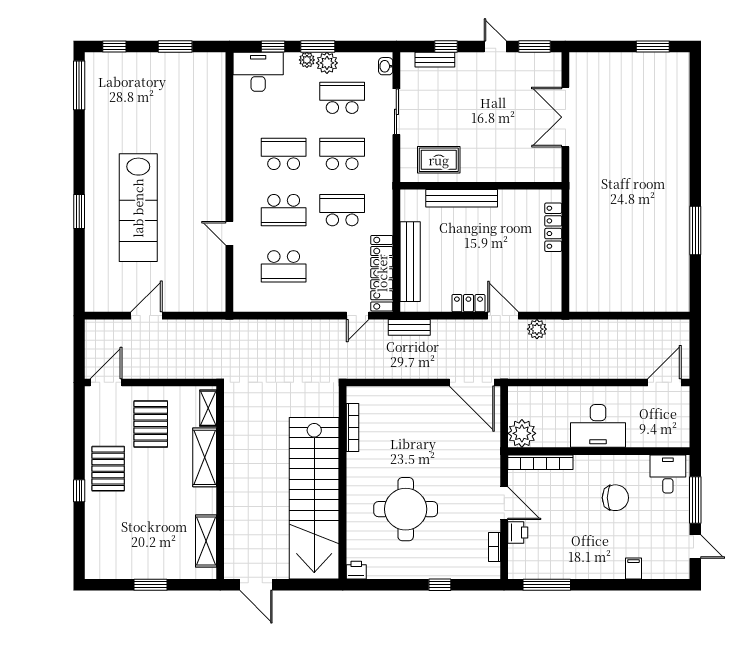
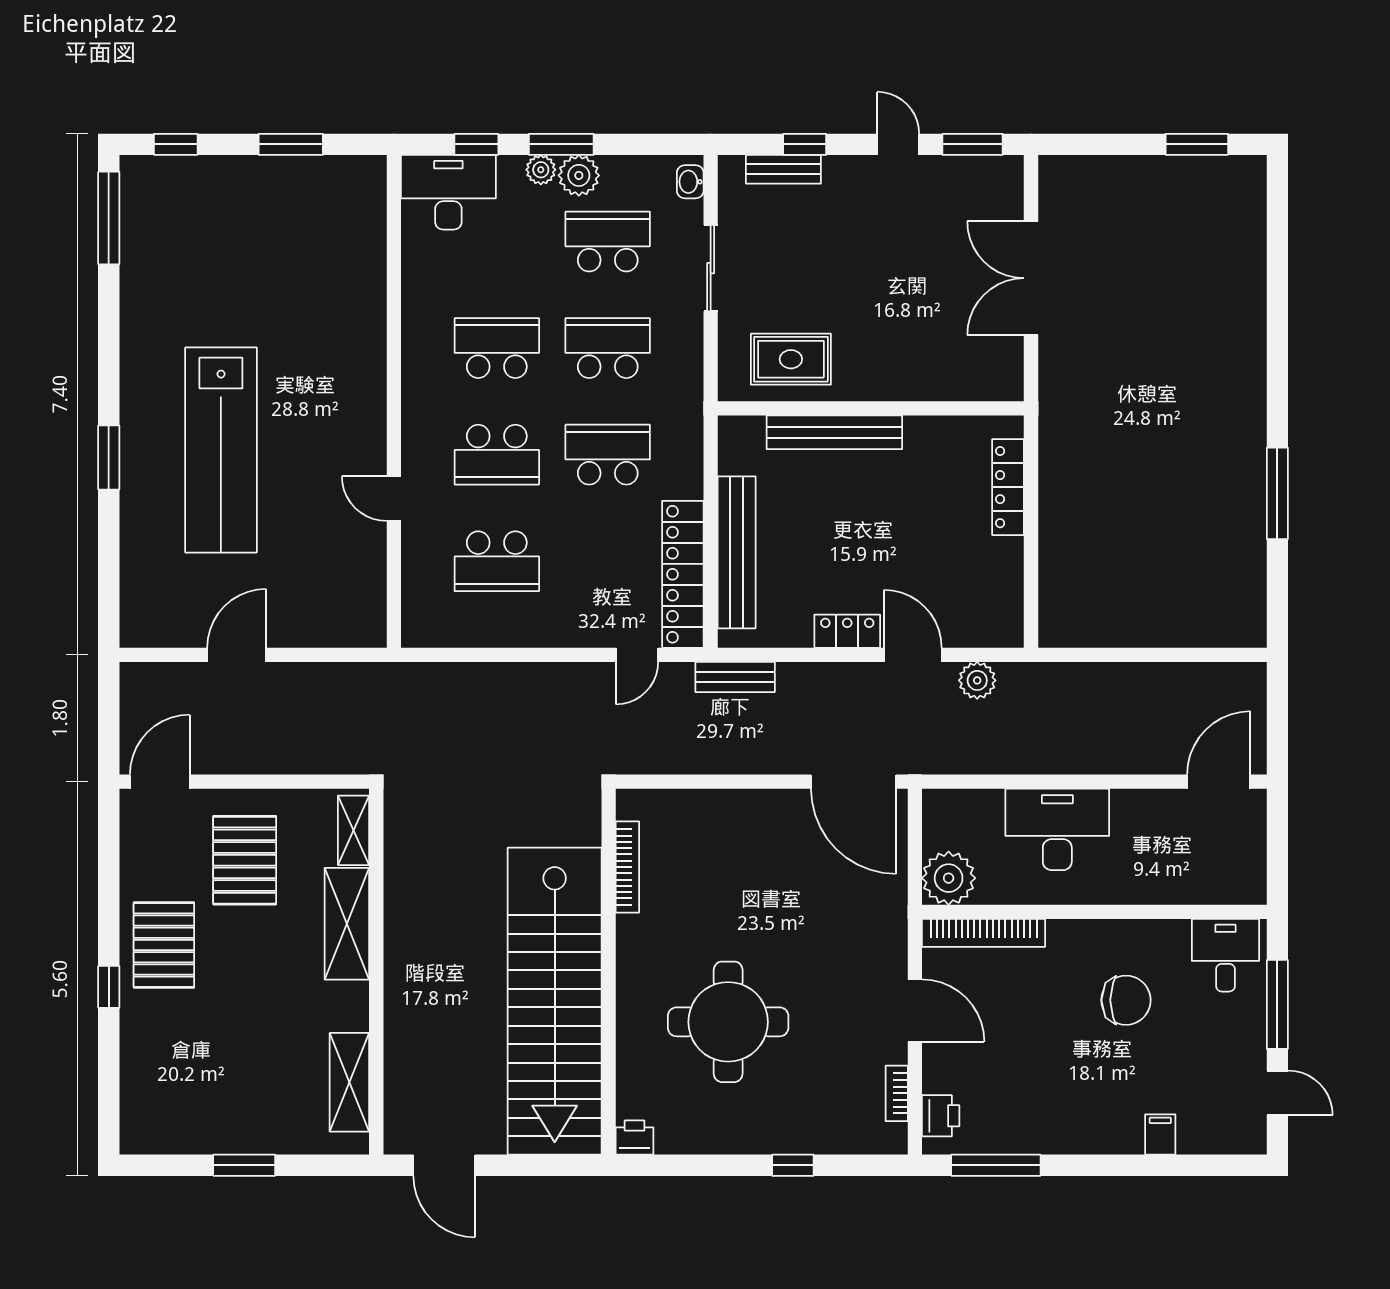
desk: (598, 426) -> (1057, 829), moved, turned 180
printer: (518, 532) -> (941, 1116), moved

